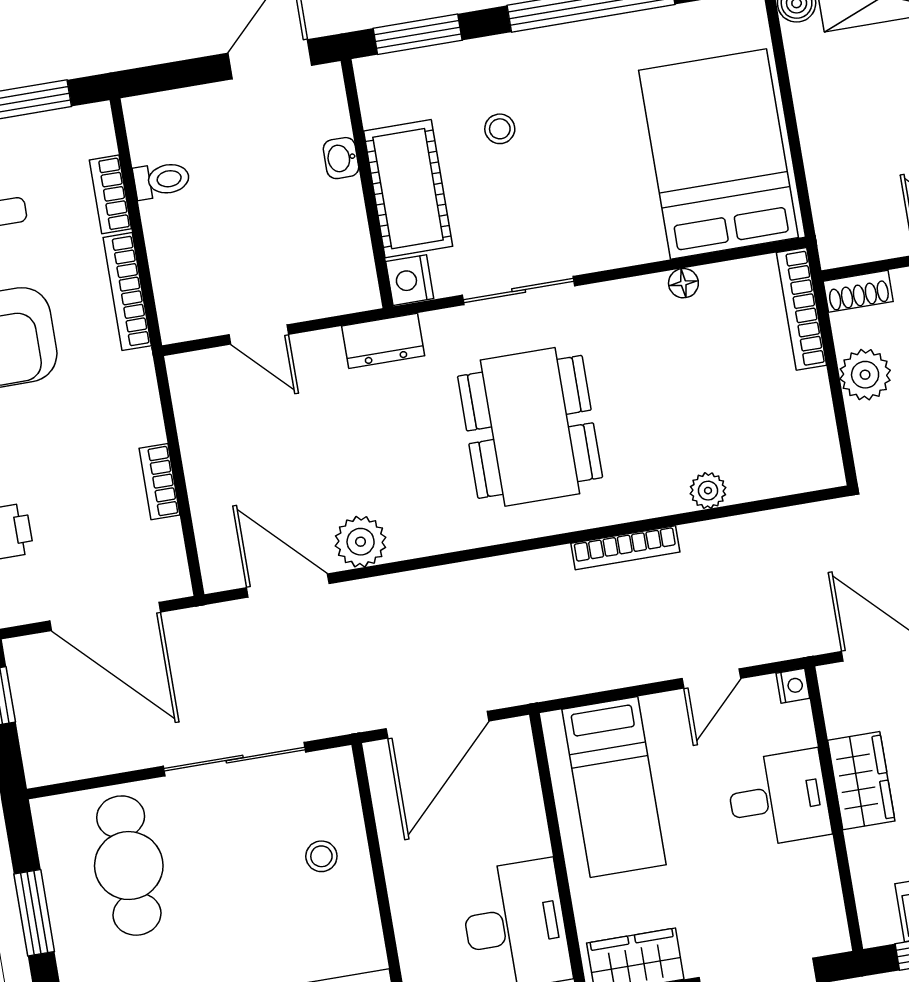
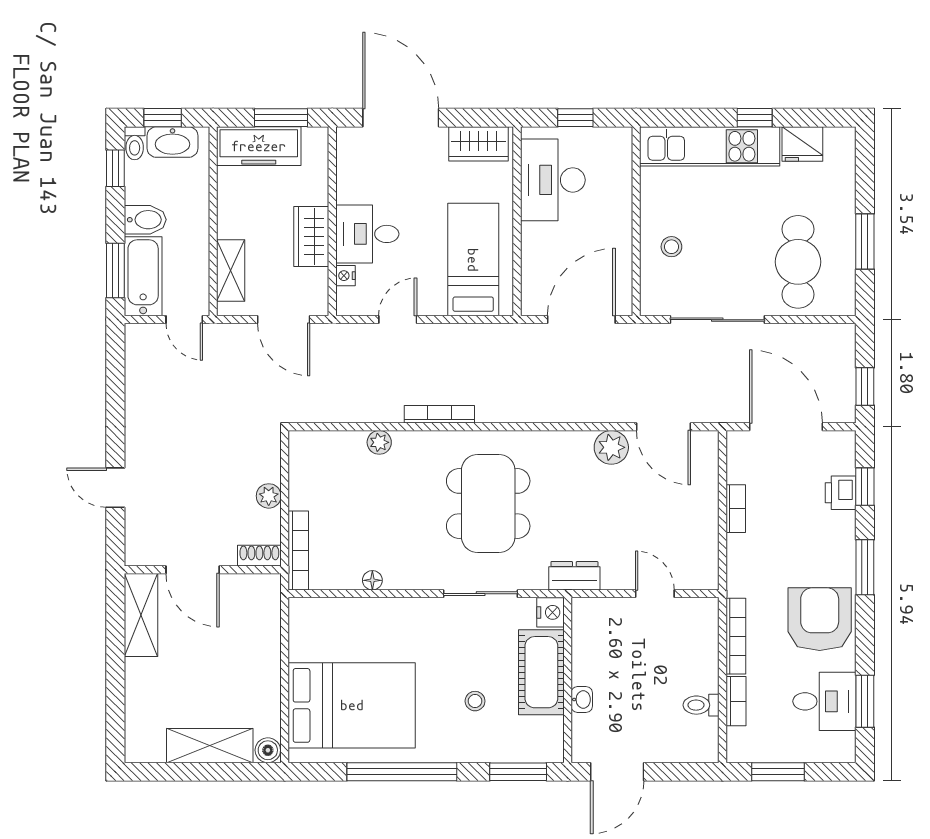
bed: (719, 154) -> (352, 705), moved, turned -90
plant: (865, 375) -> (269, 496), width x0.73, depth x0.73
nightstand: (793, 686) -> (345, 276), moved

